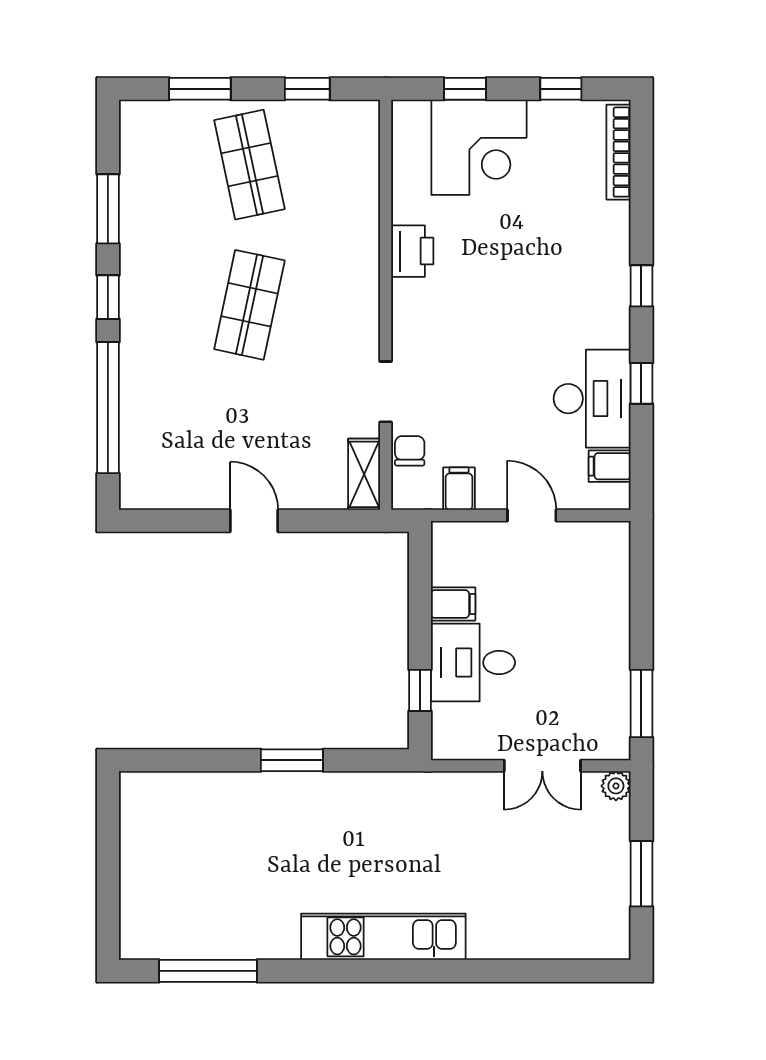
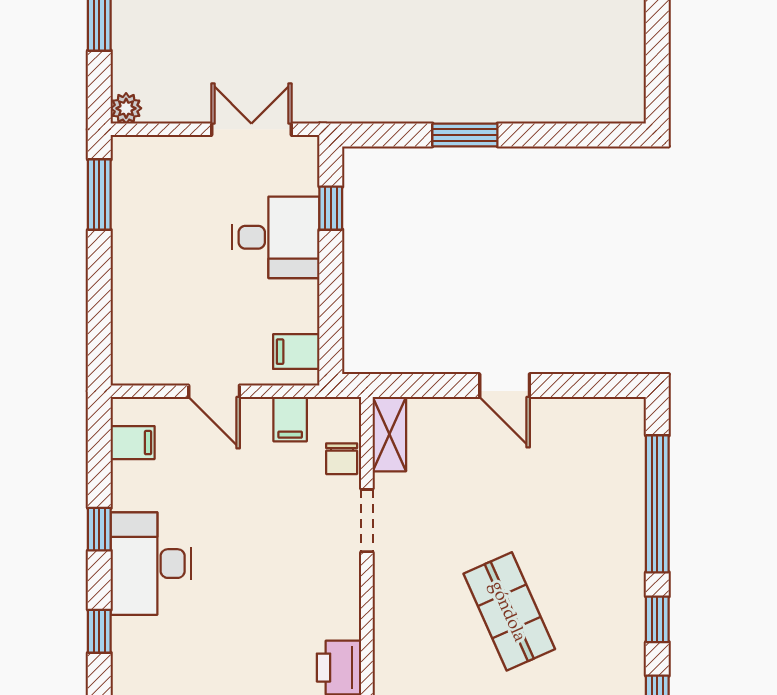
shop shelf: (249, 305) -> (509, 611), turned -36
desk: (592, 399) -> (151, 564), moved
filing cabinet: (453, 604) -> (296, 352), moved
double door: (542, 766) -> (251, 129), moved

